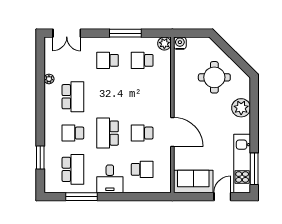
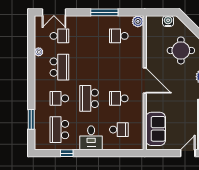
water cooler: (180, 43) -> (168, 21), moved
school desk: (108, 60) -> (59, 36), moved, turned 180
door: (172, 132) -> (145, 80), moved
school desk: (73, 169) -> (59, 130), turned 180
sofa: (193, 182) -> (156, 129), moved, turned 90
window: (82, 197) -> (67, 153), width x0.46

